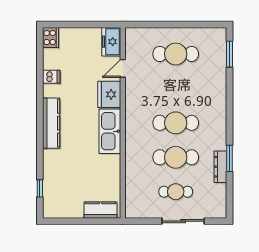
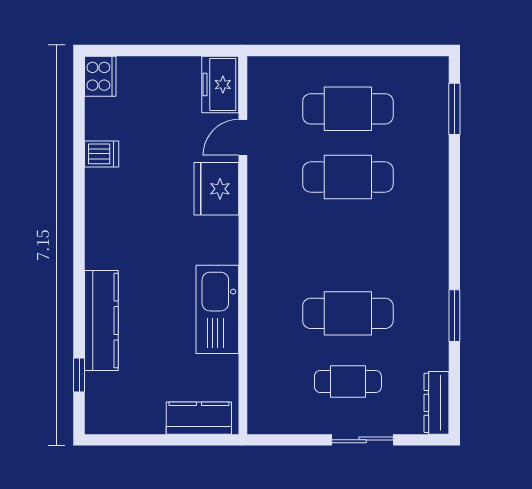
kitchen counter: (51, 123) -> (101, 321), moved
cafe table: (176, 123) -> (348, 177), moved
kitchen sink: (110, 131) -> (217, 309), moved
dresser: (220, 167) -> (436, 403), moved
sliding door: (183, 221) -> (363, 440), width x0.73

